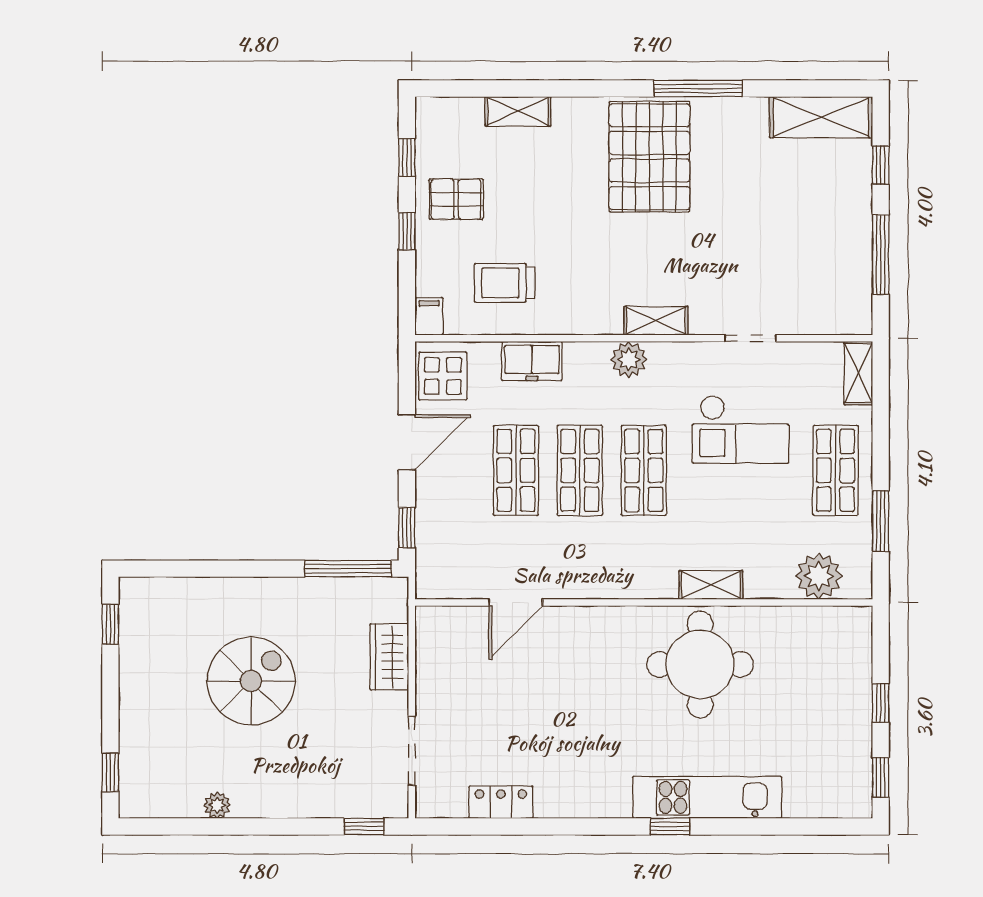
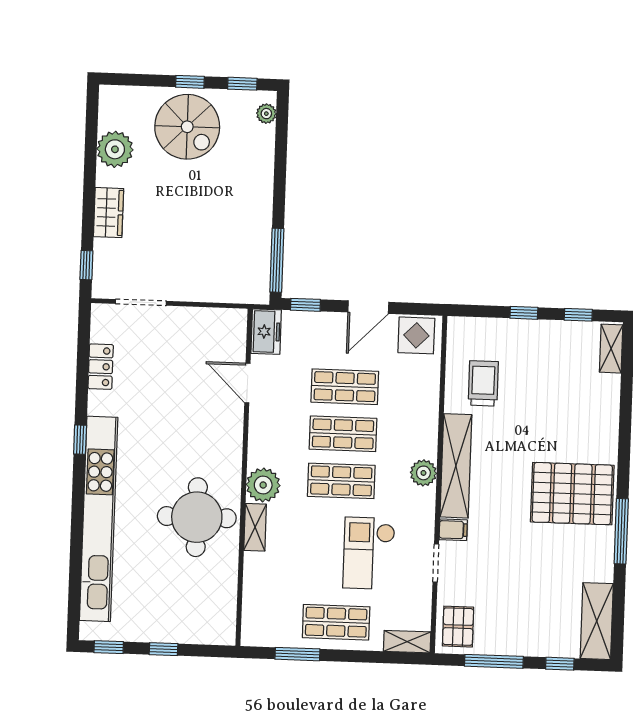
shelving: (518, 111) -> (611, 349), moved
pallet: (456, 199) -> (458, 627), moved
filing cabinet: (429, 316) -> (453, 530), moved
shelving: (656, 321) -> (456, 466), width x2.20, depth x1.33
freezer: (532, 361) -> (266, 332), moved, turned 180
door: (407, 442) -> (368, 307), hinge flipped
plant: (819, 576) -> (263, 485), moved
plant: (150, 590) -> (266, 114), added
wardrobe: (389, 657) -> (109, 213), moved, turned 90
spiral stairs: (251, 681) -> (187, 127), moved
window: (110, 772) -> (190, 82), moved
kitchen unit: (707, 797) -> (99, 519), width x1.86
plant: (217, 805) -> (115, 149), width x1.88, depth x1.88
window: (670, 826) -> (80, 440), moved

